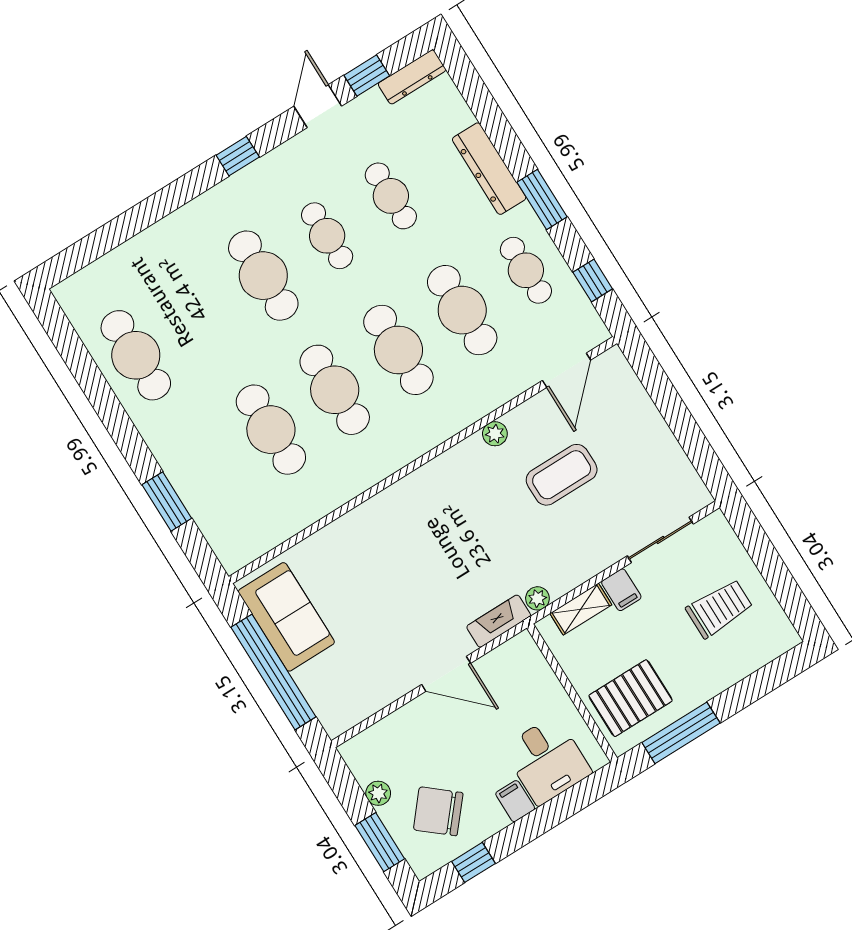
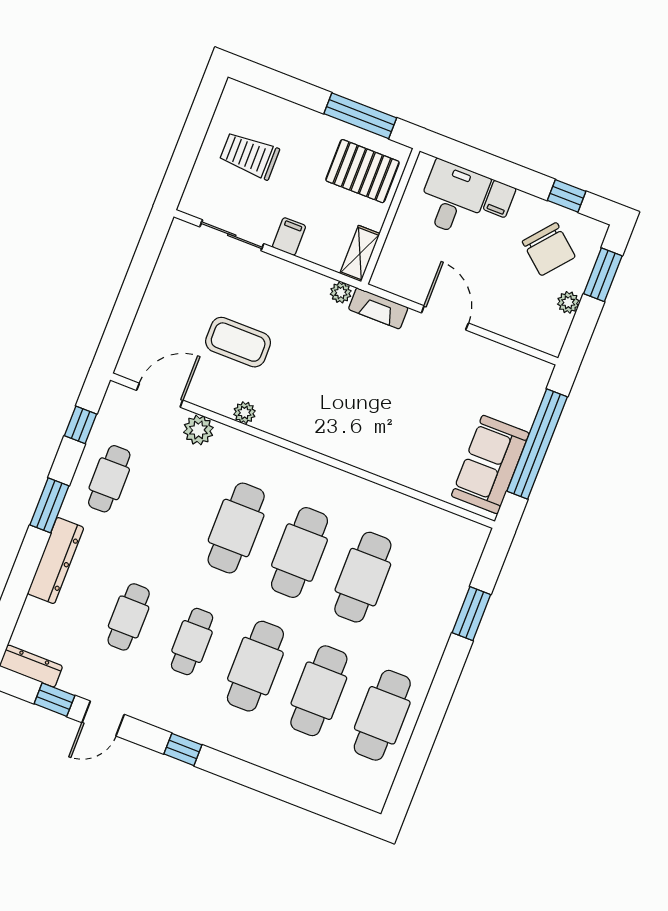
cafe table: (462, 310) -> (319, 691), moved
plant: (510, 381) -> (198, 430), added
shelving: (581, 609) -> (360, 254), moved, turned 90

